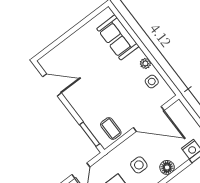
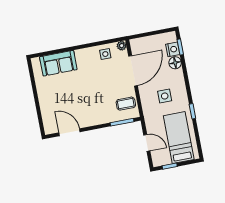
plant: (145, 63) -> (122, 46), moved
door: (52, 85) -> (70, 132), hinge flipped
floor lamp: (167, 167) -> (175, 63), moved

